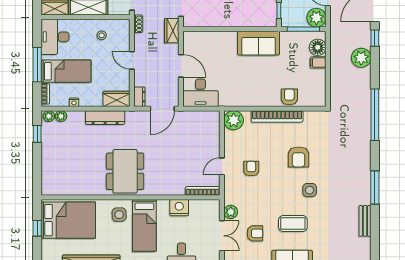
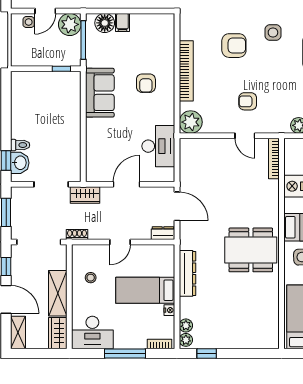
bed: (66, 71) -> (145, 290), moved, turned -90
desk: (201, 93) -> (158, 146), moved
armchair: (289, 97) -> (146, 83), moved, turned -90
wardrobe: (116, 99) -> (166, 260), removed

